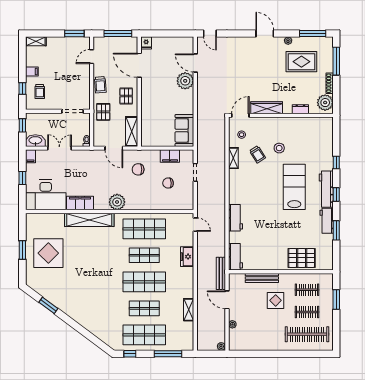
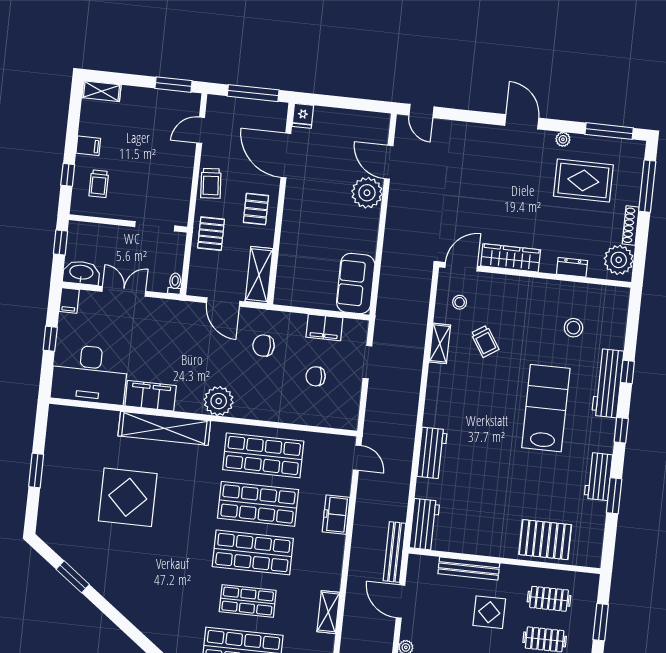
stool: (279, 148) -> (573, 328), moved
workbench: (326, 189) -> (608, 383), moved
display table: (48, 253) -> (128, 497), moved
shop shelf: (144, 255) -> (258, 504), width x1.43, depth x1.36

